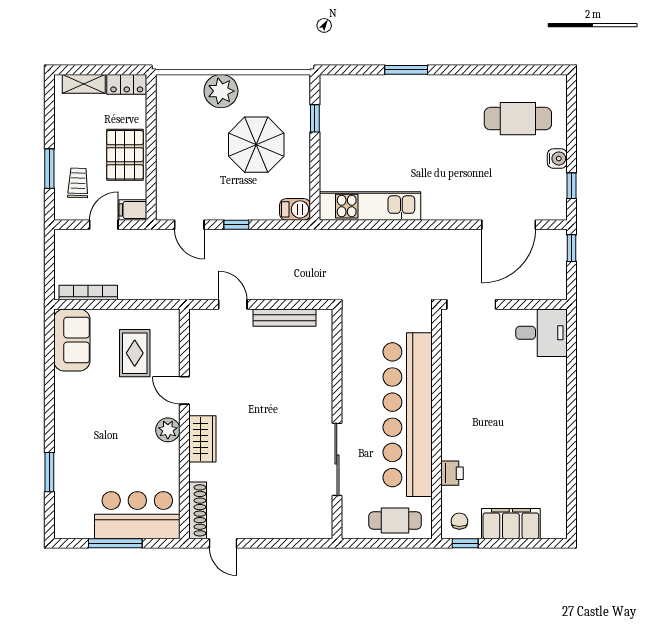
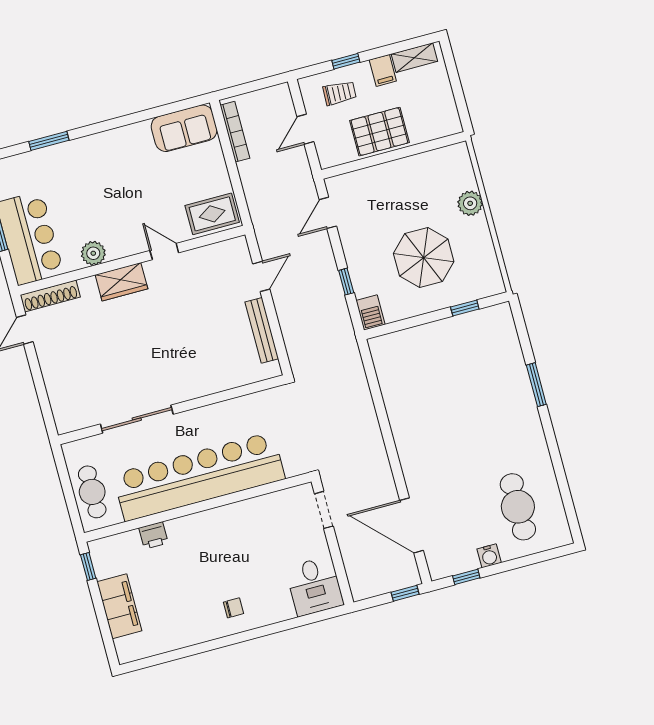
shelving: (84, 84) -> (414, 58), moved, turned 90
locker: (127, 84) -> (449, 115), removed
plant: (221, 91) -> (470, 203), width x0.73, depth x0.73
window: (49, 169) -> (346, 61), width x0.67
kitchen unit: (370, 206) -> (393, 385), removed
filing cabinet: (133, 210) -> (383, 70), moved, turned 180
door: (104, 225) -> (305, 129), swing flipped
window: (236, 225) -> (346, 282), moved
doorway: (471, 304) -> (324, 510), width x0.73
rug: (135, 353) -> (212, 214), moved
door: (184, 390) -> (164, 252), hinge flipped
plant: (168, 430) -> (93, 253), moved
chair: (459, 521) -> (233, 608), moved

